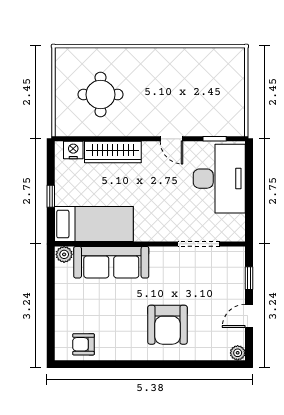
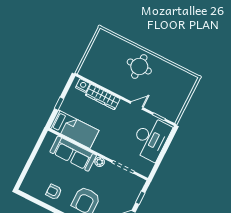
round table: (101, 95) -> (139, 66), moved
door: (171, 139) -> (137, 105), swing flipped
plant: (64, 254) -> (100, 162), moved
armchair: (84, 344) -> (54, 192), moved

